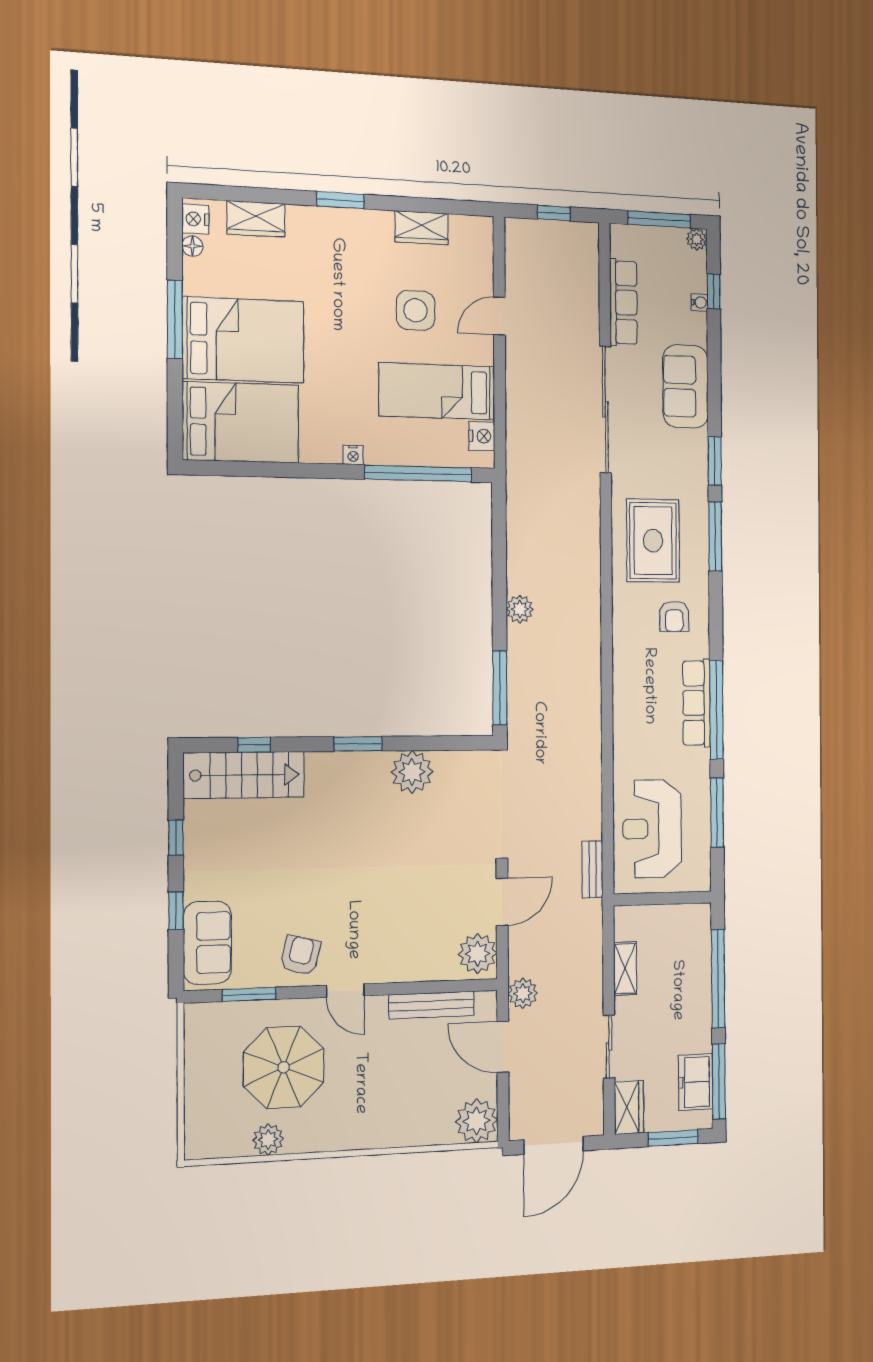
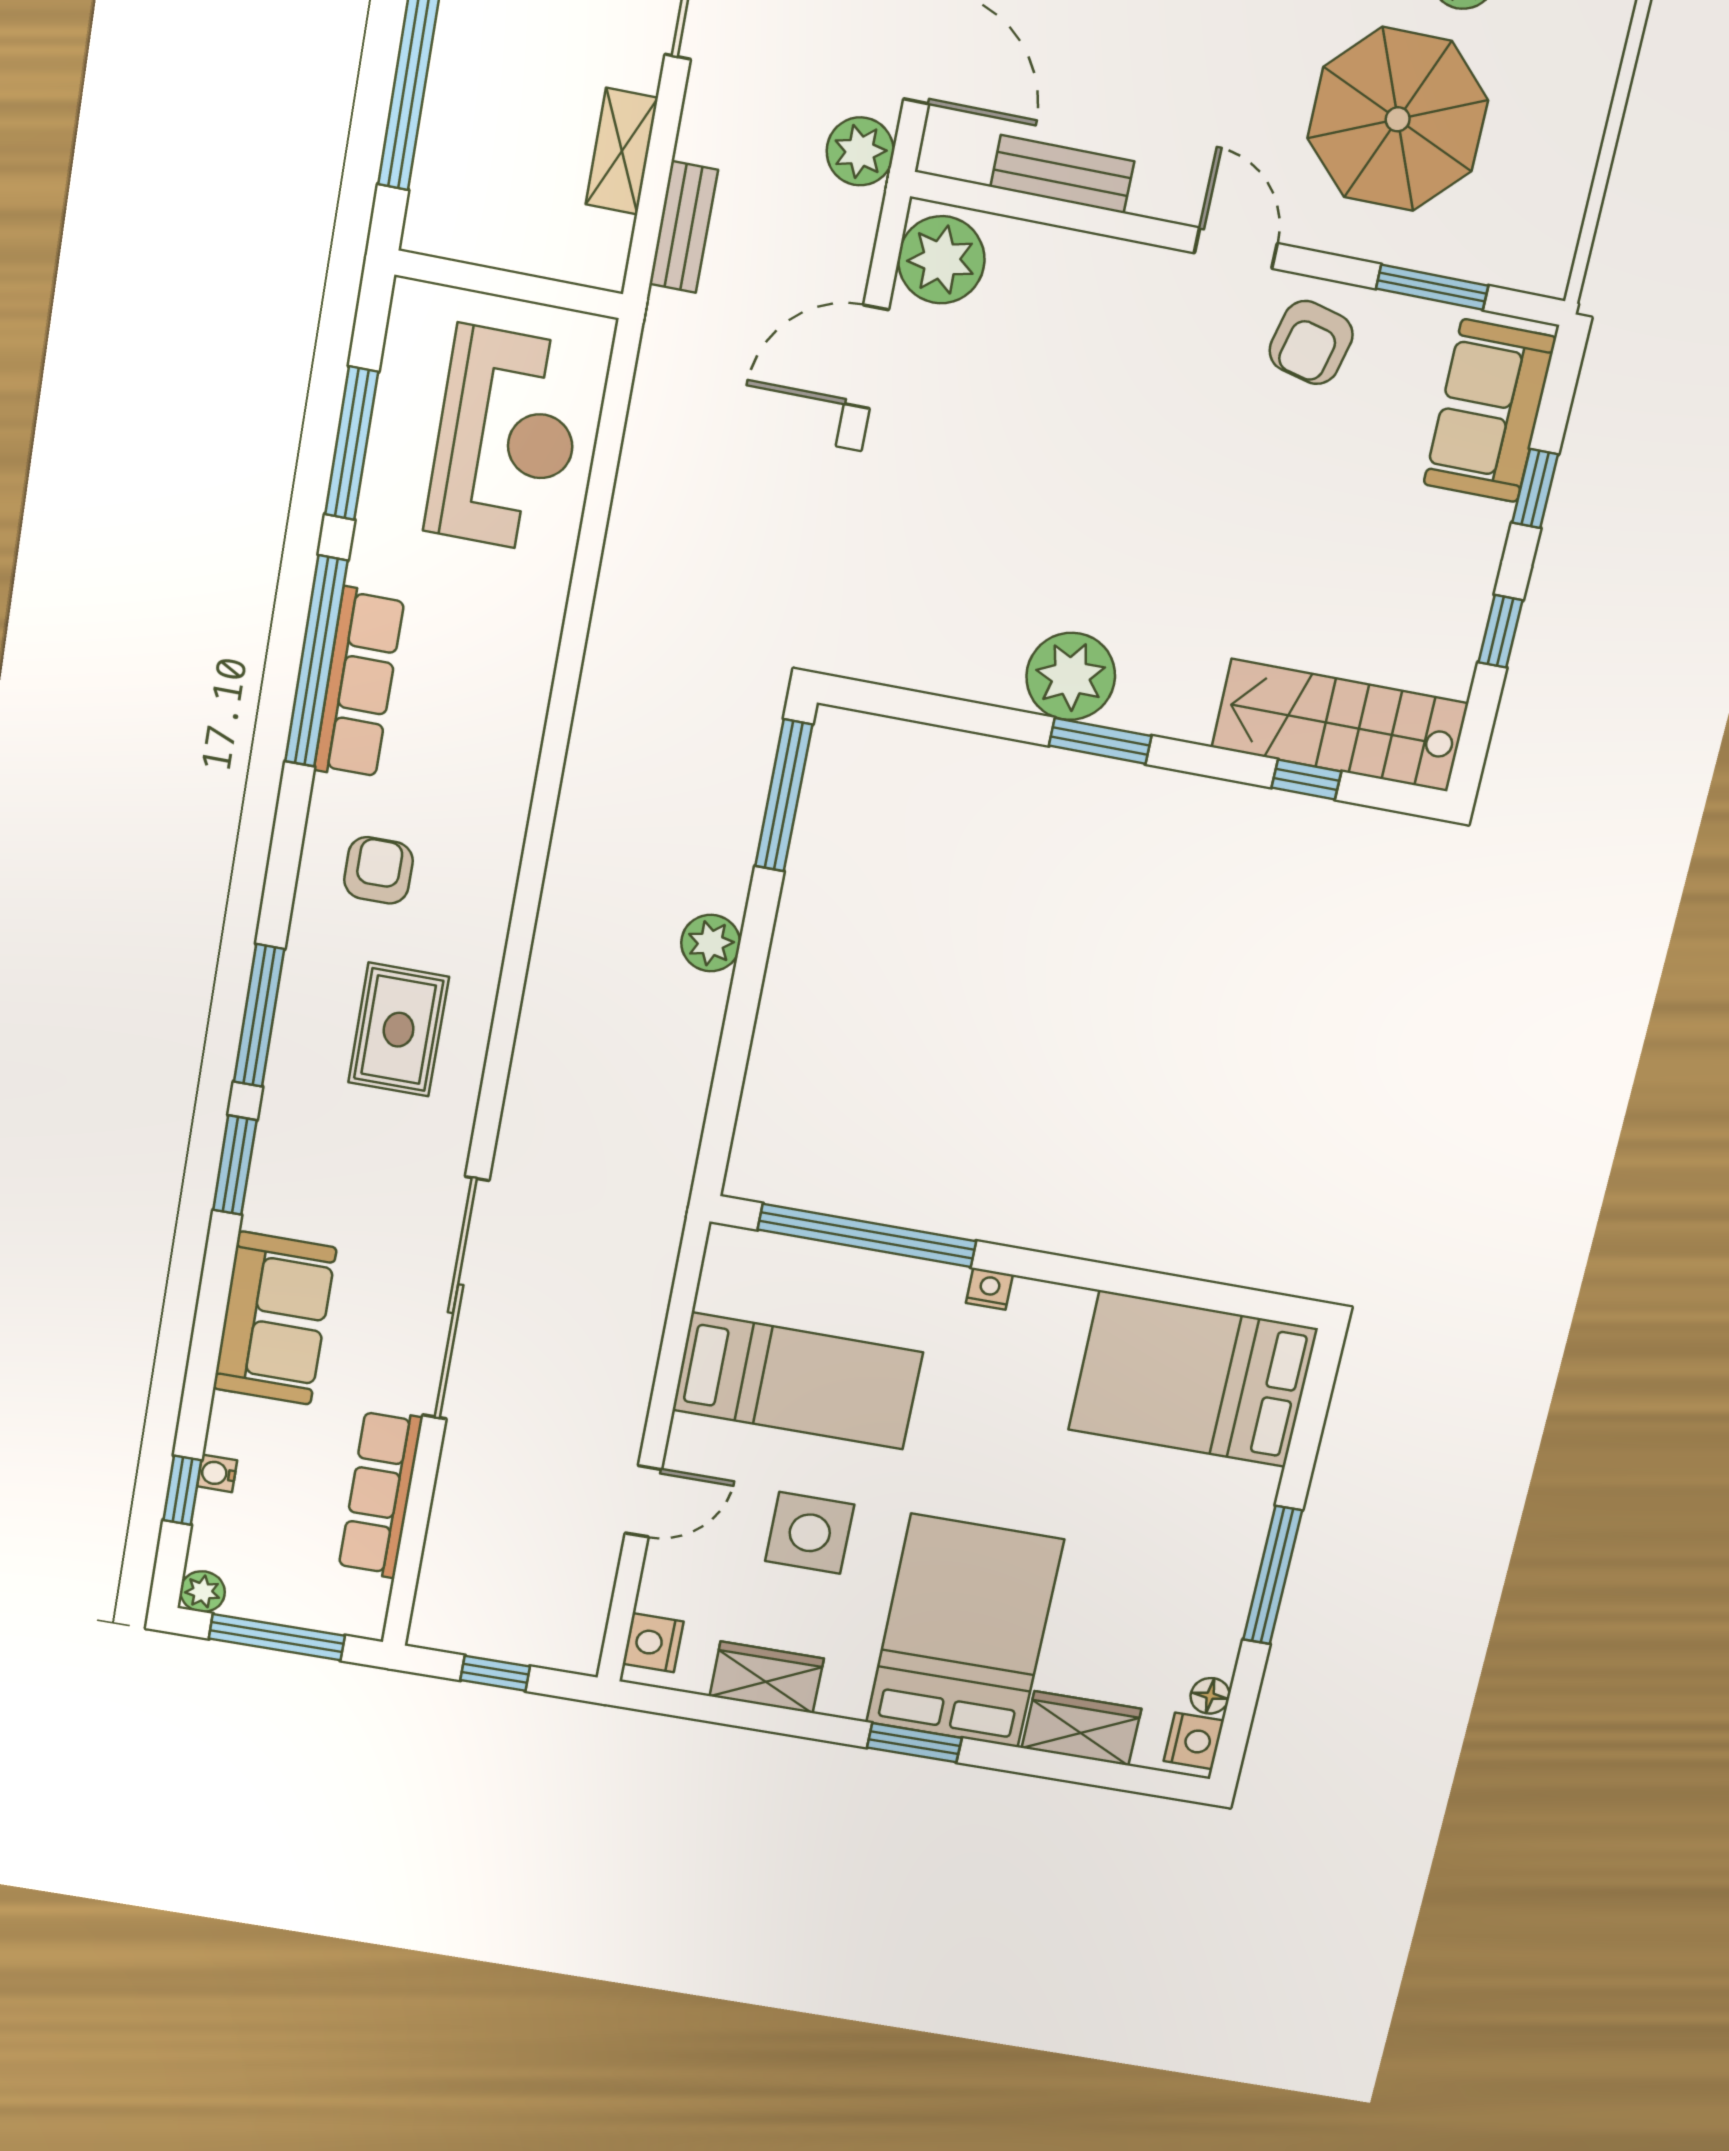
bed: (243, 340) -> (965, 1631), moved, turned 90
nightstand: (482, 436) -> (653, 1643), moved
rug: (653, 541) -> (399, 1030), width x0.73, depth x0.70
plant: (412, 772) -> (1071, 676), moved
bench: (592, 869) -> (684, 227), moved
bench: (431, 1005) -> (1062, 174), width x0.73

